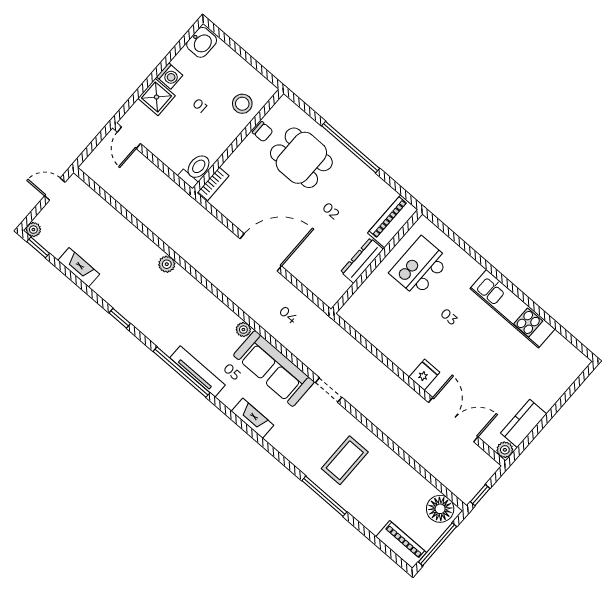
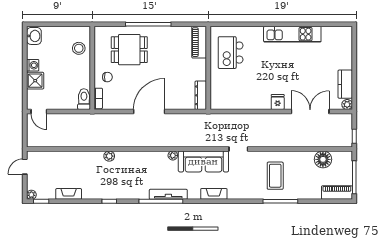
chair: (263, 132) -> (107, 77), moved
dresser: (362, 261) -> (201, 95), moved
floor lamp: (440, 509) -> (323, 159), moved

